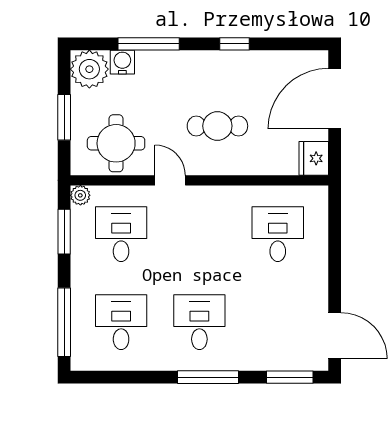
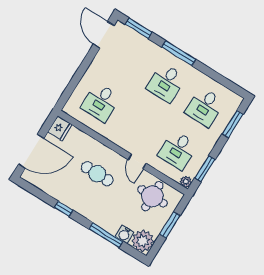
window: (64, 322) -> (233, 124), width x0.69

